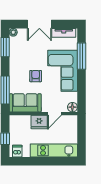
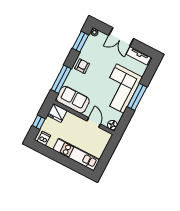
window: (81, 56) -> (137, 97), moved
armchair: (36, 76) -> (82, 66), moved
door: (54, 114) -> (94, 123), swing flipped
fridge: (39, 122) -> (57, 113), moved

